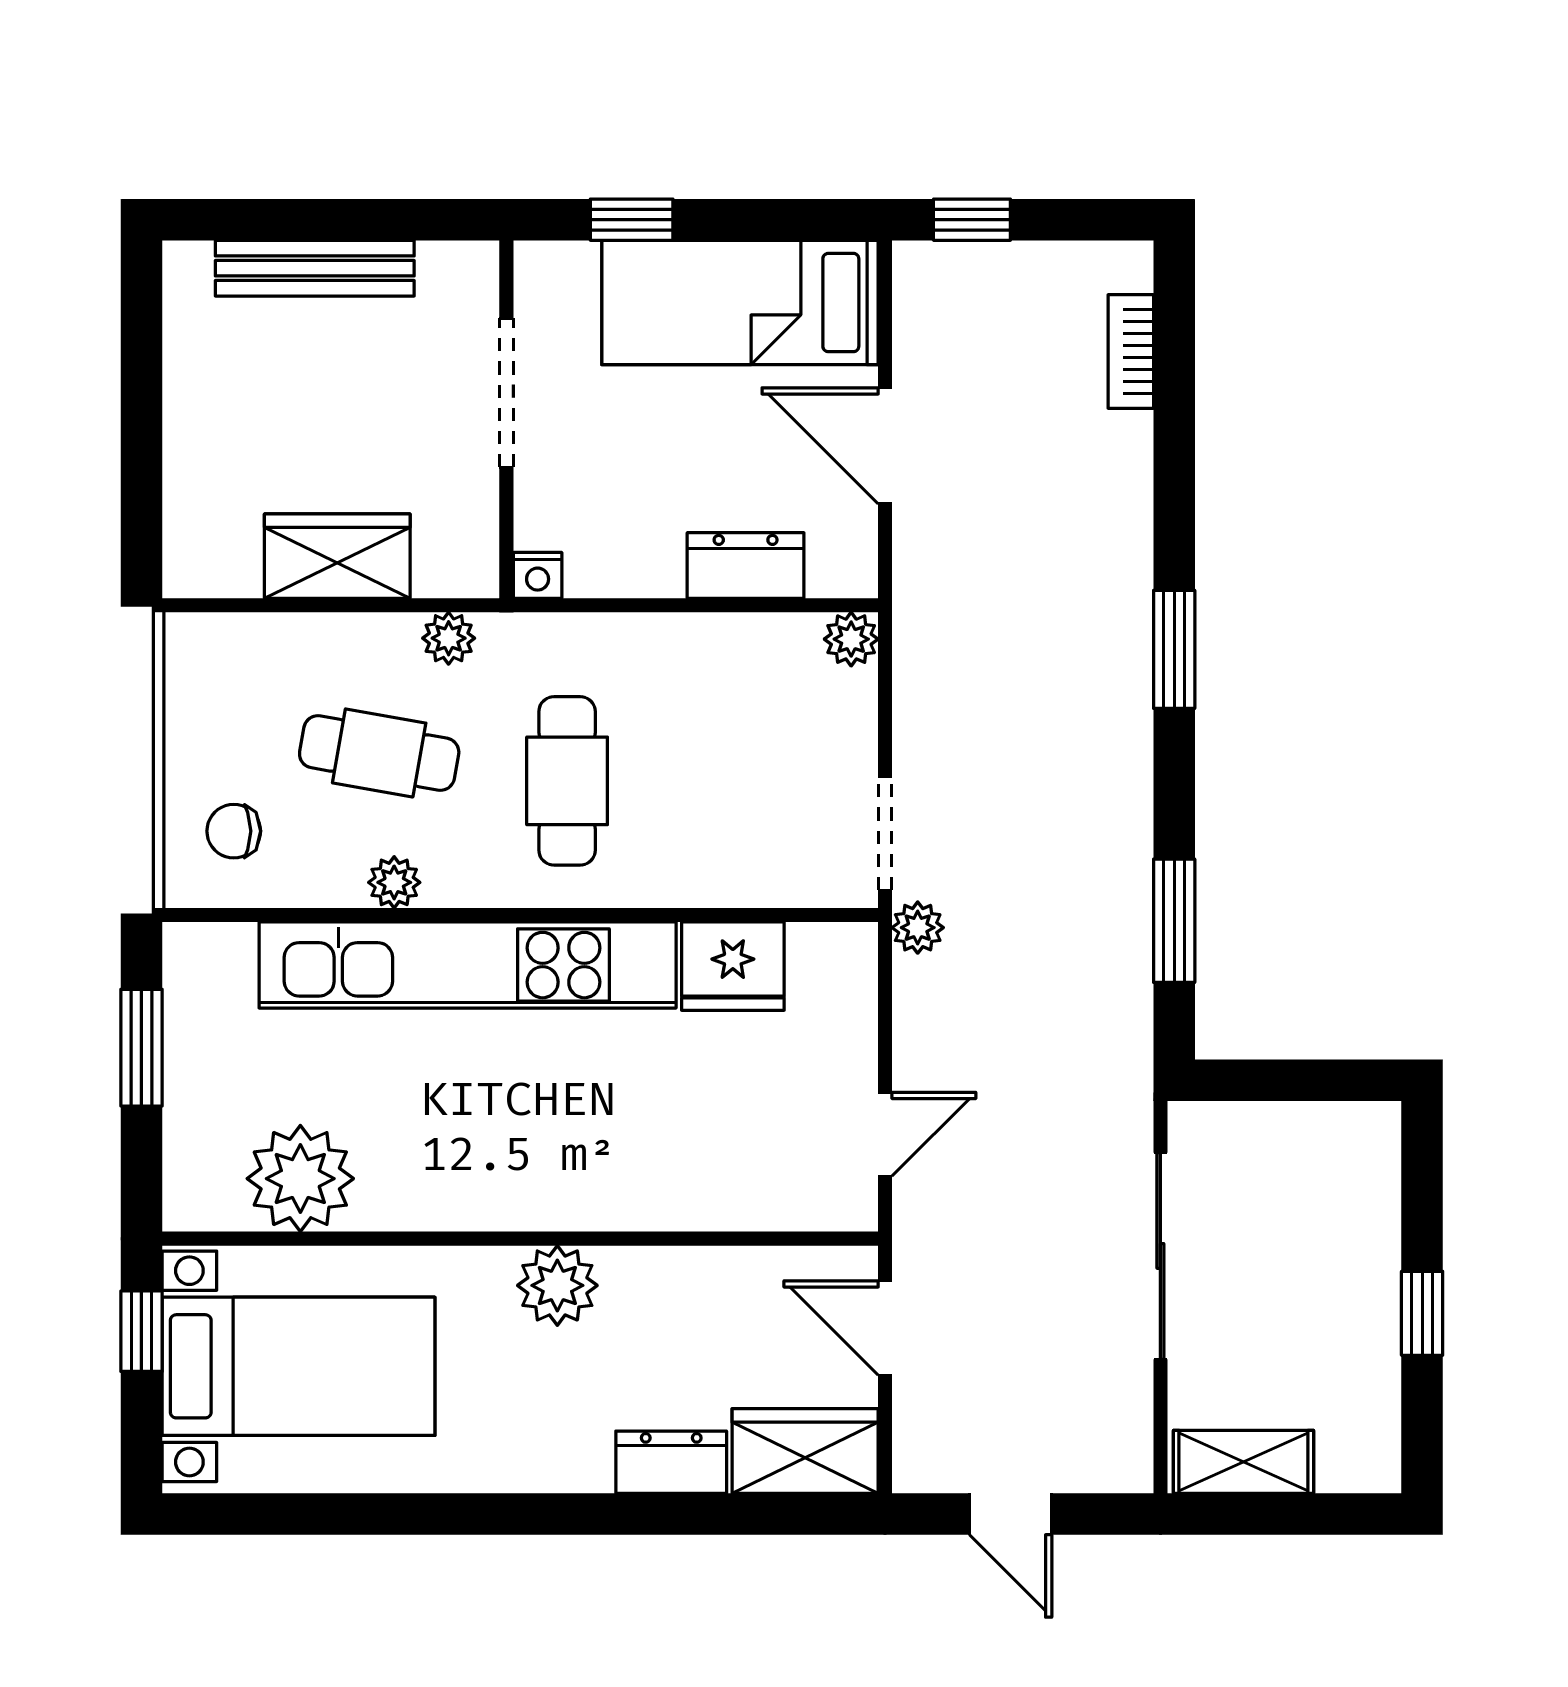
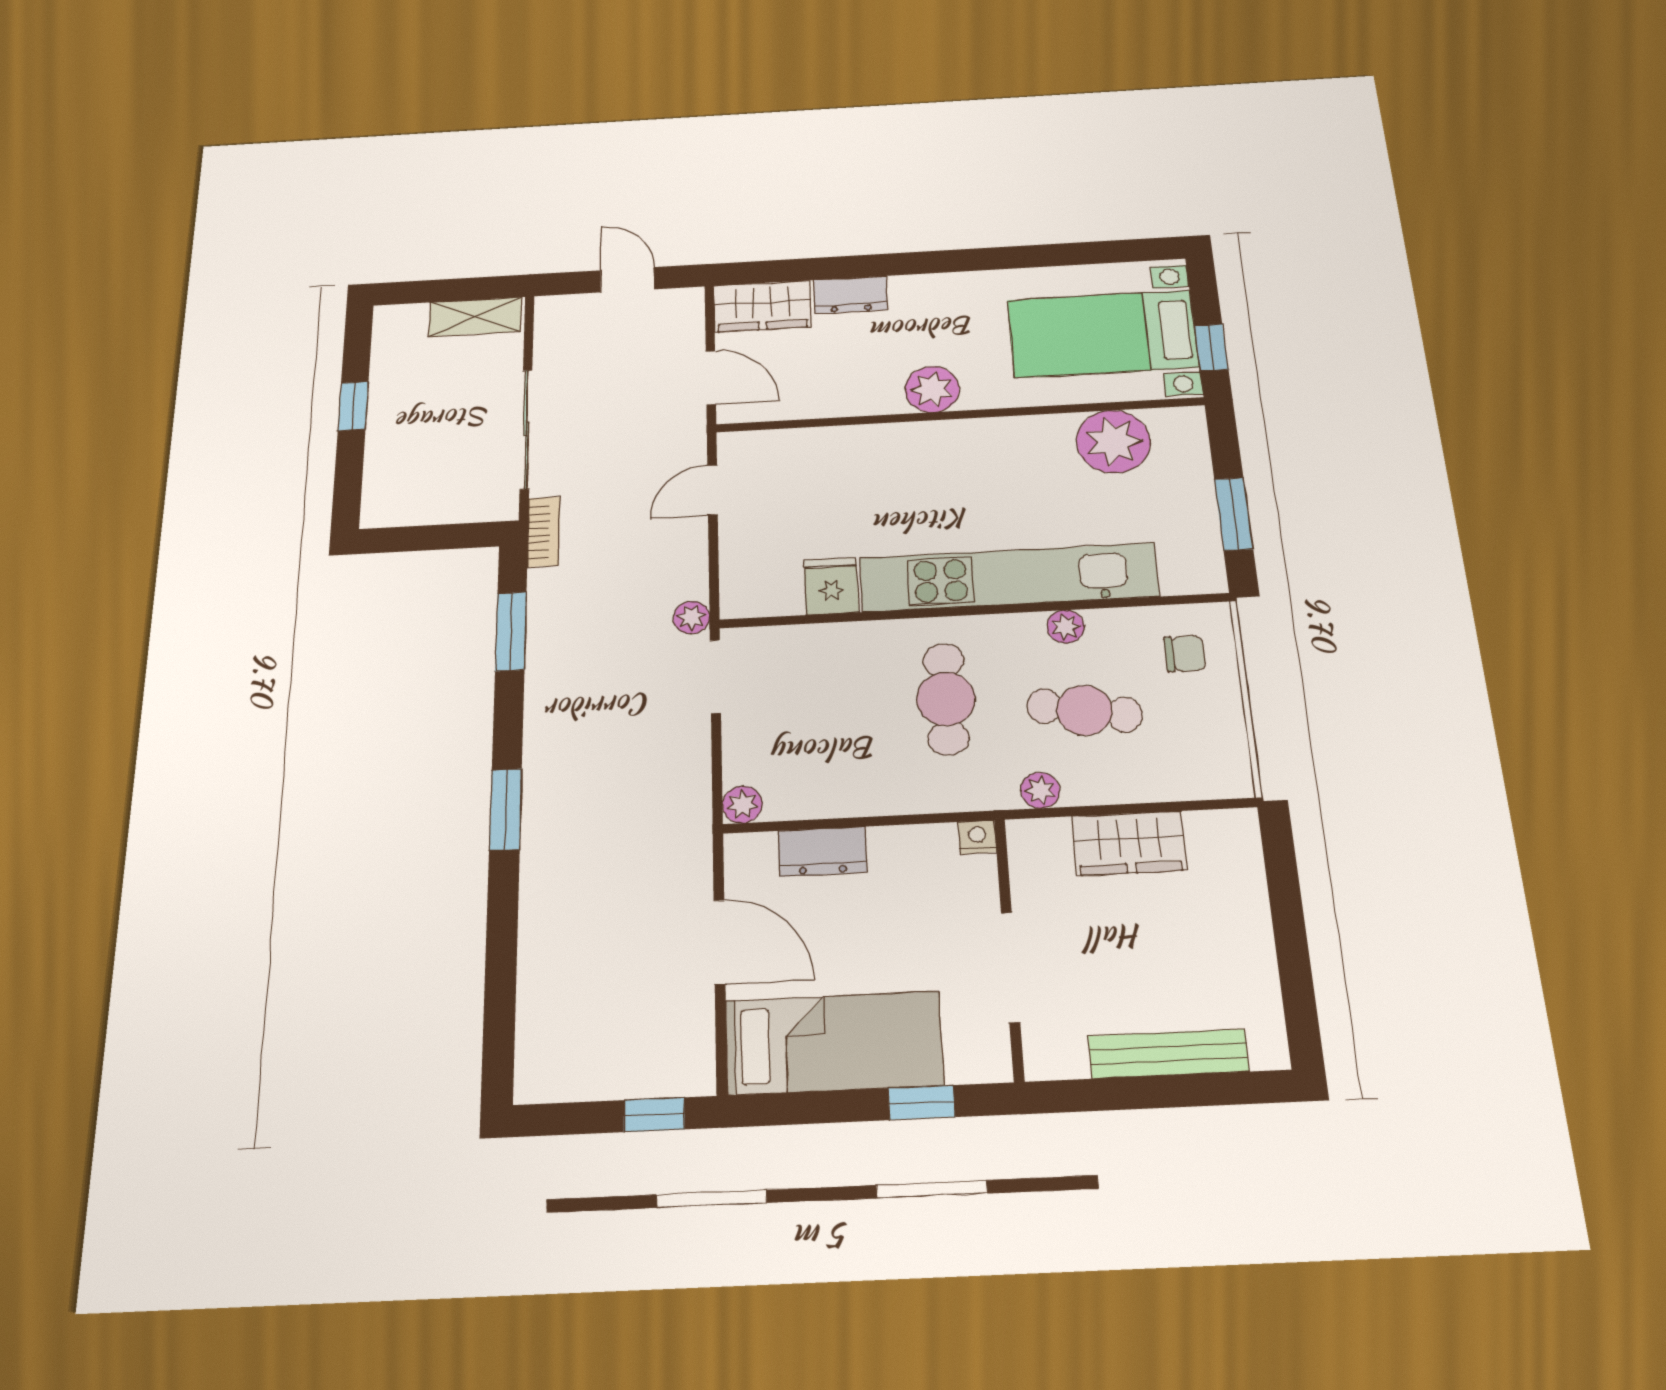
bookcase: (1131, 351) -> (544, 532), moved
fridge: (733, 966) -> (831, 586), width x0.72

